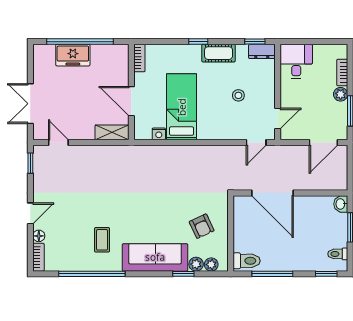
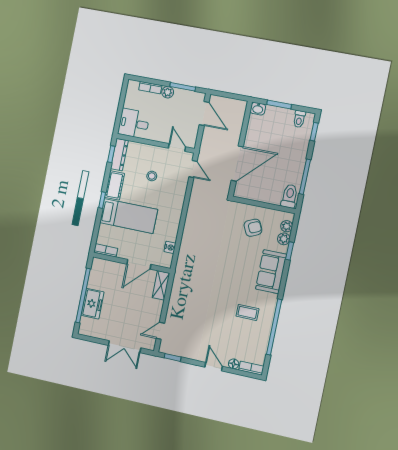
dresser: (262, 51) -> (119, 155), width x1.44
bed: (182, 107) -> (129, 216), moved, turned 180
sofa: (155, 257) -> (271, 272), width x0.73

